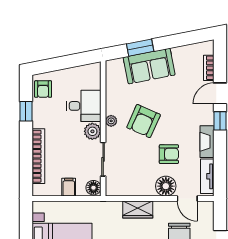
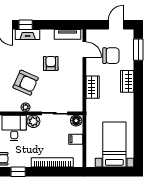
fireplace: (207, 142) -> (28, 35), moved
floor lamp: (166, 186) -> (75, 66), removed
door: (187, 199) -> (84, 50), hinge flipped

